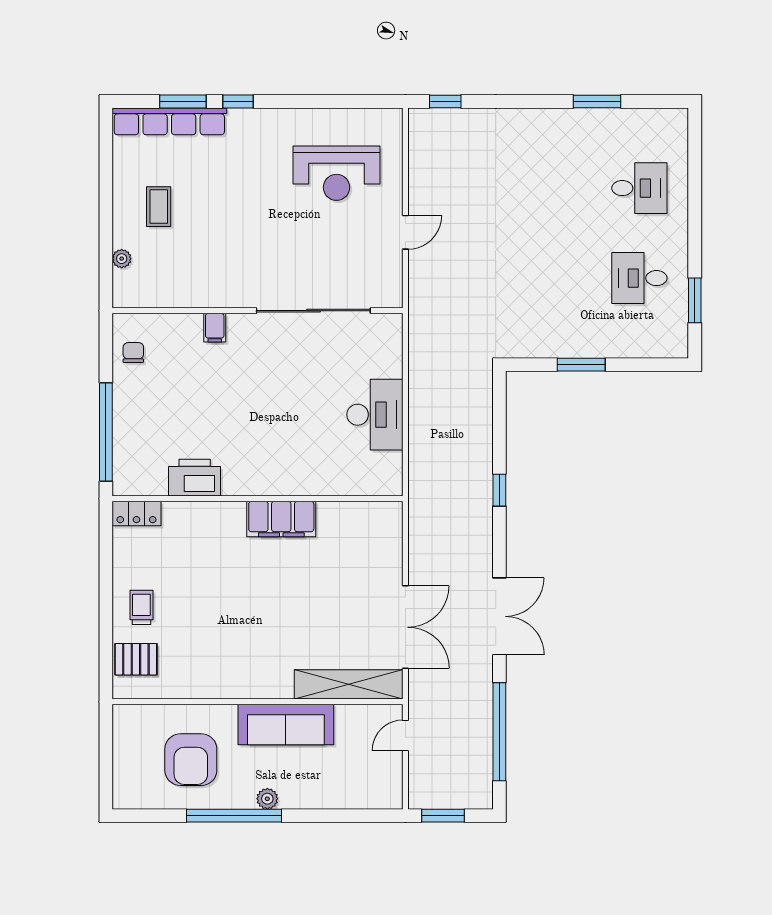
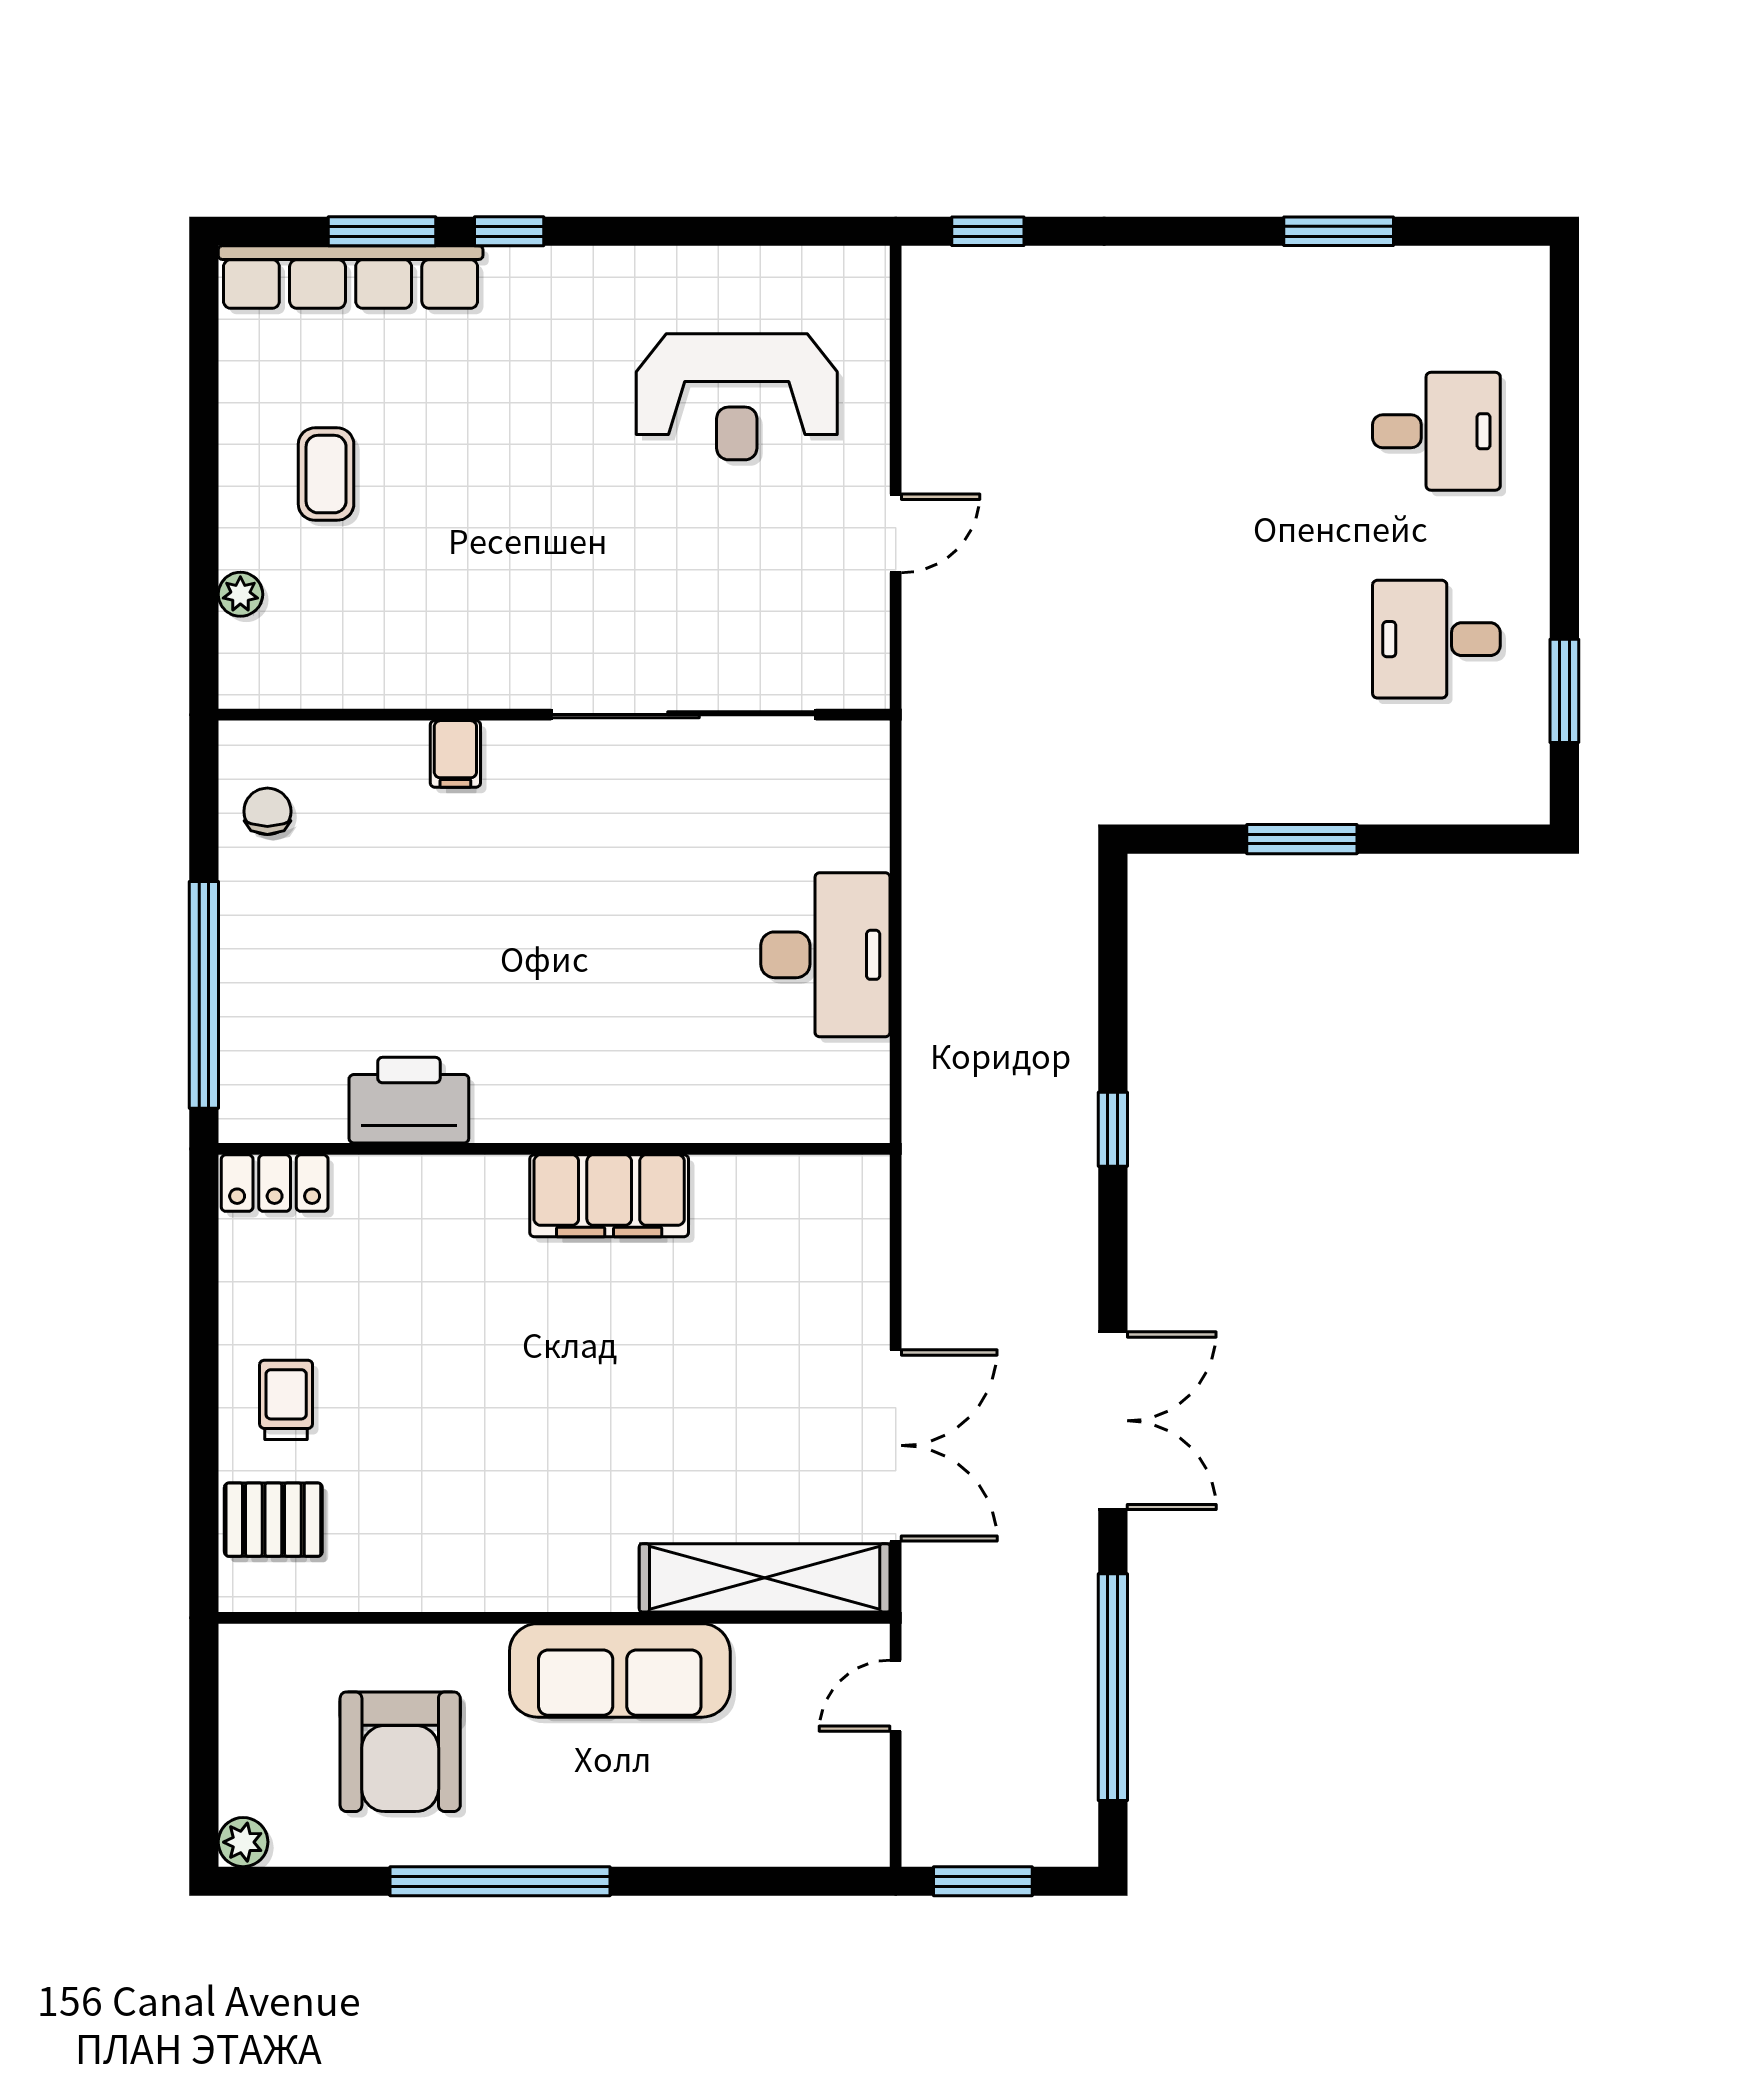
plant: (267, 799) -> (243, 1842), moved

